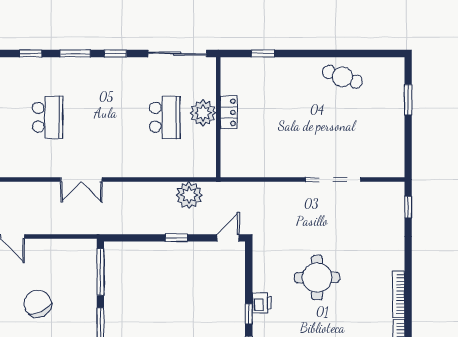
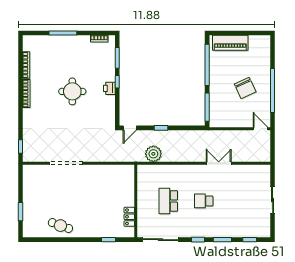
locker: (229, 112) -> (129, 217), moved
plant: (203, 113) -> (145, 204), removed
school desk: (48, 117) -> (204, 201), moved, width x0.54
round table: (317, 278) -> (72, 91), moved

